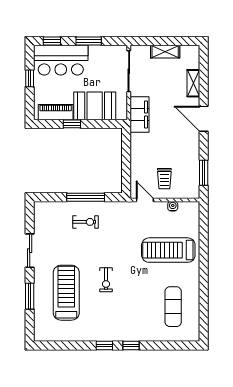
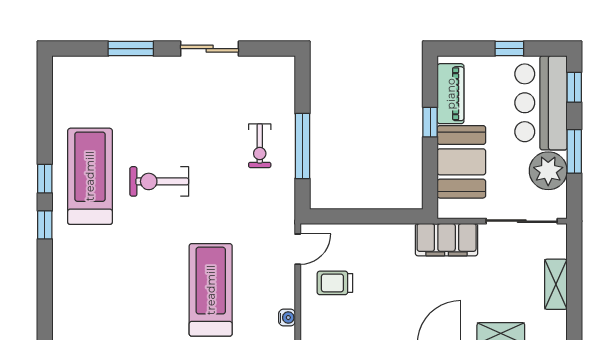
plant: (100, 56) -> (548, 171), added
water cooler: (173, 206) -> (287, 318), moved
exercise bike: (106, 280) -> (159, 181), width x1.38, depth x1.39
treadmill: (66, 293) -> (90, 176), moved, turned -90
exercise mat: (173, 307) -> (112, 298), removed

